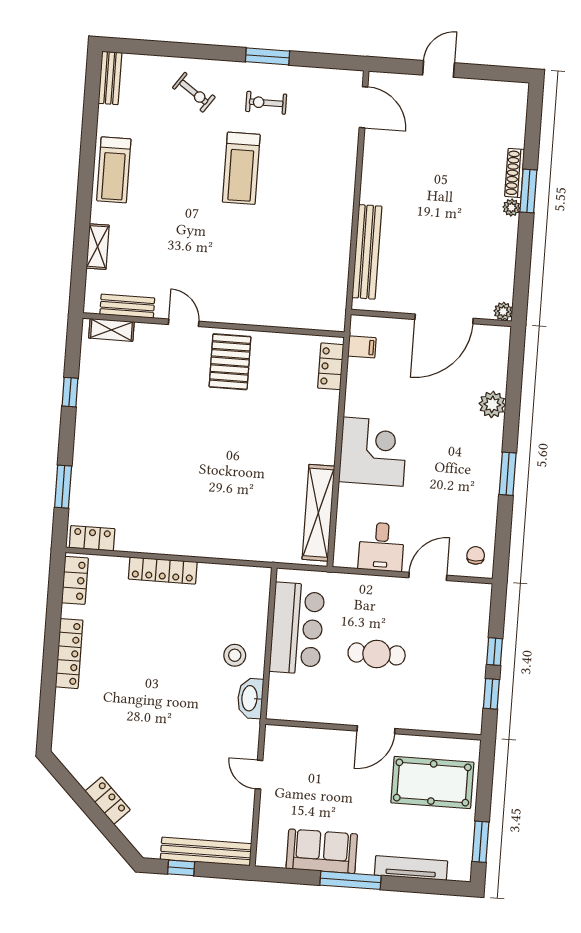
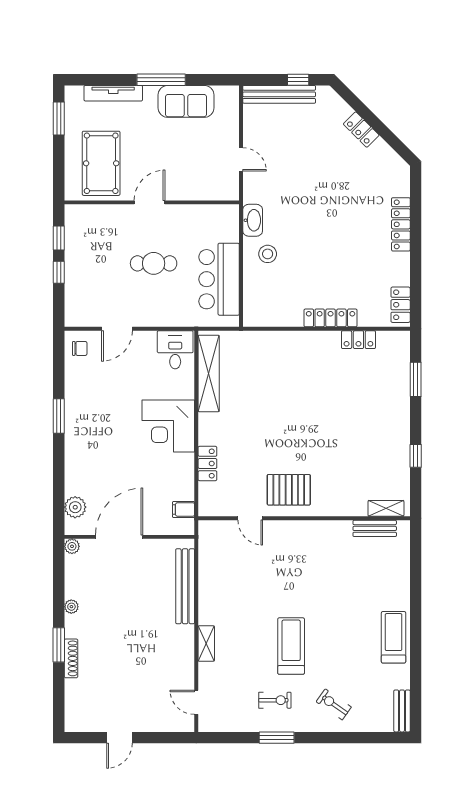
door: (438, 69) -> (119, 738), moved
door: (364, 107) -> (196, 702), width x0.73
plant: (511, 208) -> (71, 607), moved
shelving: (98, 247) -> (206, 644), moved
door: (184, 323) -> (250, 518), moved
pallet: (230, 362) -> (289, 490), turned 90
locker: (331, 366) -> (207, 464), moved
plant: (492, 404) -> (75, 507), moved
locker: (92, 538) -> (358, 340), moved
desk: (381, 547) -> (175, 350), moved
chair: (476, 555) -> (80, 348), turned -90
locker: (69, 654) -> (401, 224), moved
pool table: (432, 782) -> (101, 163), turned 90

